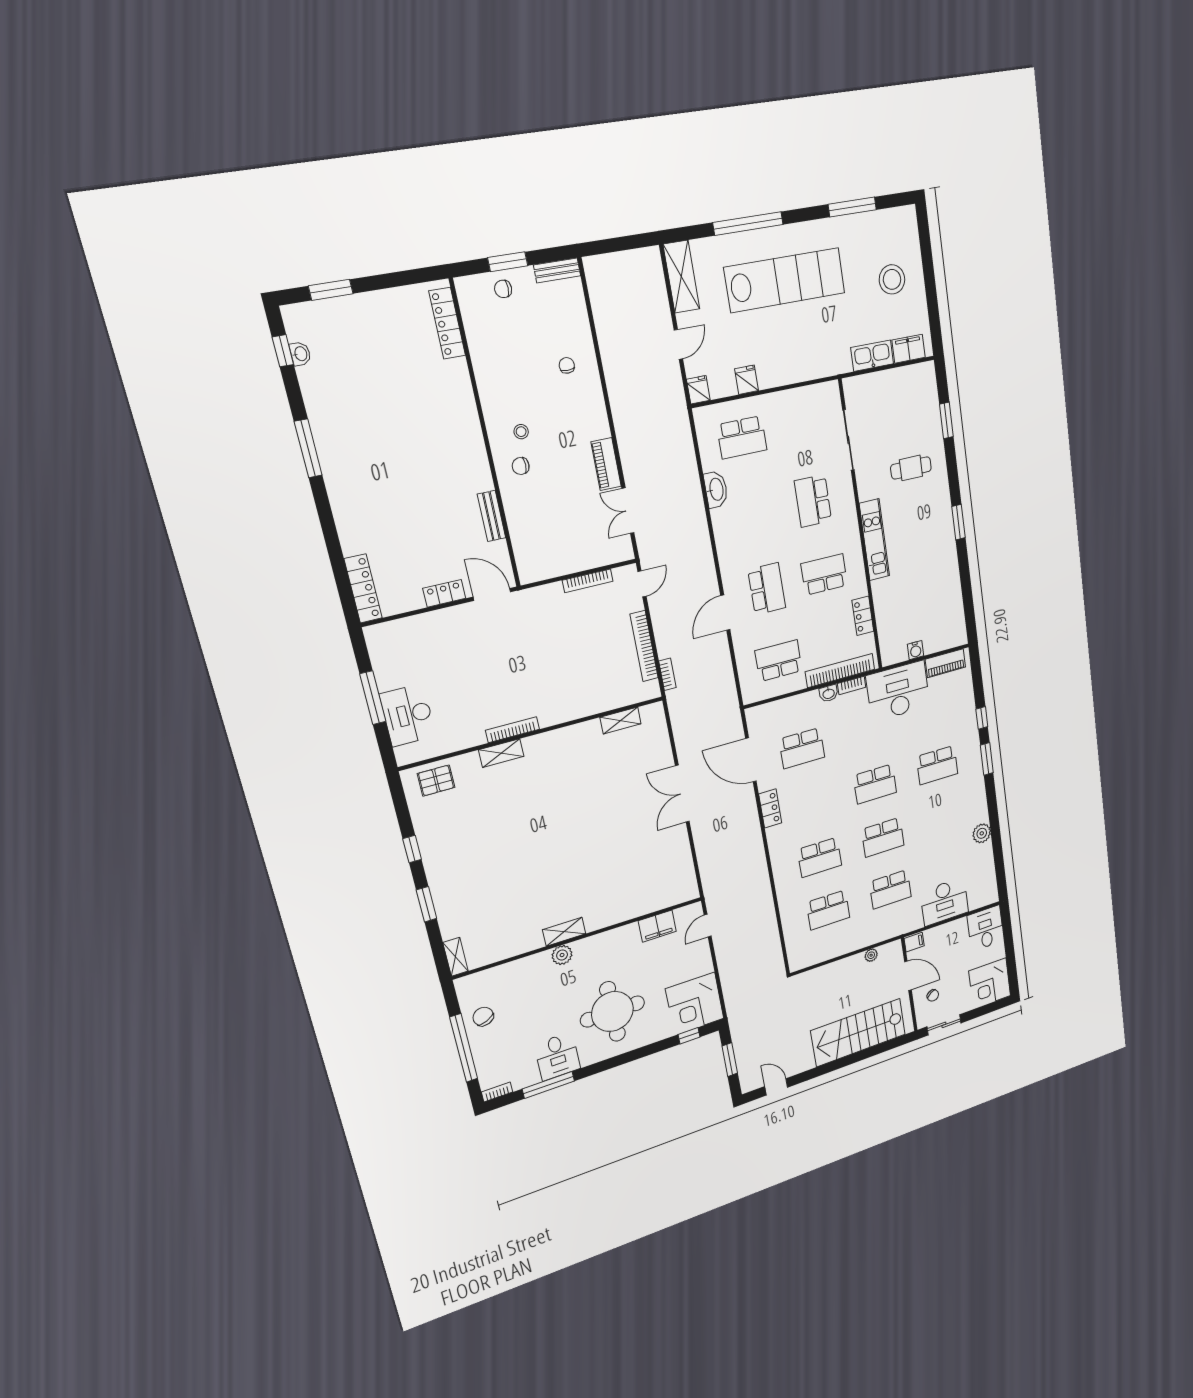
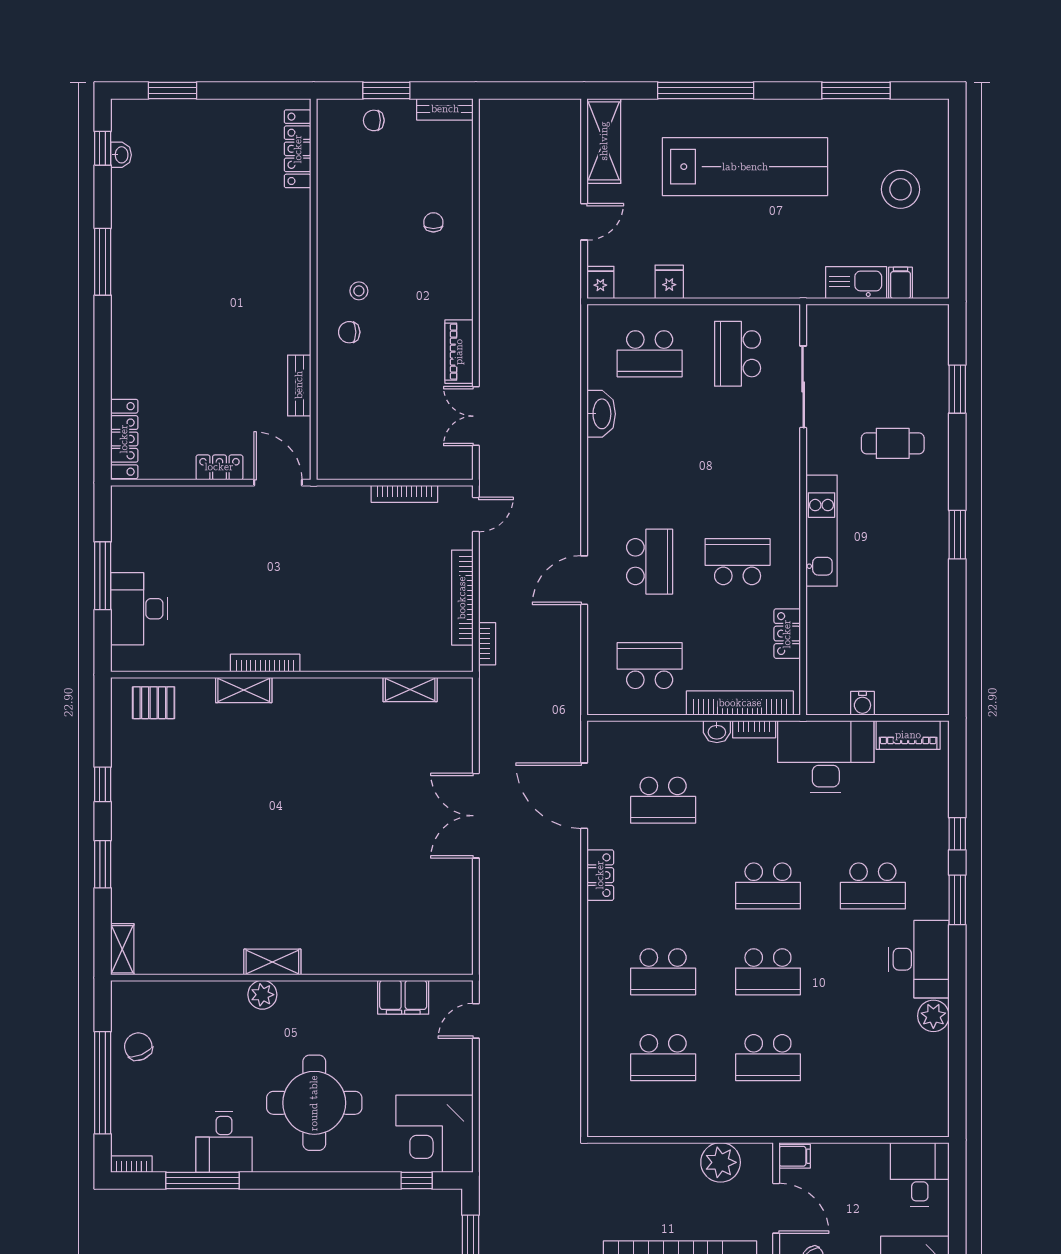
filing cabinet: (909, 349) -> (900, 283), width x0.50
school desk: (813, 501) -> (738, 354), moved
desk: (944, 902) -> (919, 959), moved, turned -90
plant: (871, 955) -> (721, 1162), width x1.87, depth x1.87

